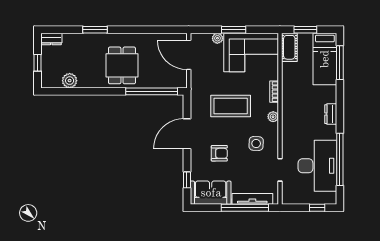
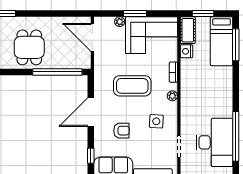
nightstand: (288, 70) -> (187, 51), added
dresser: (331, 114) -> (227, 93), removed

